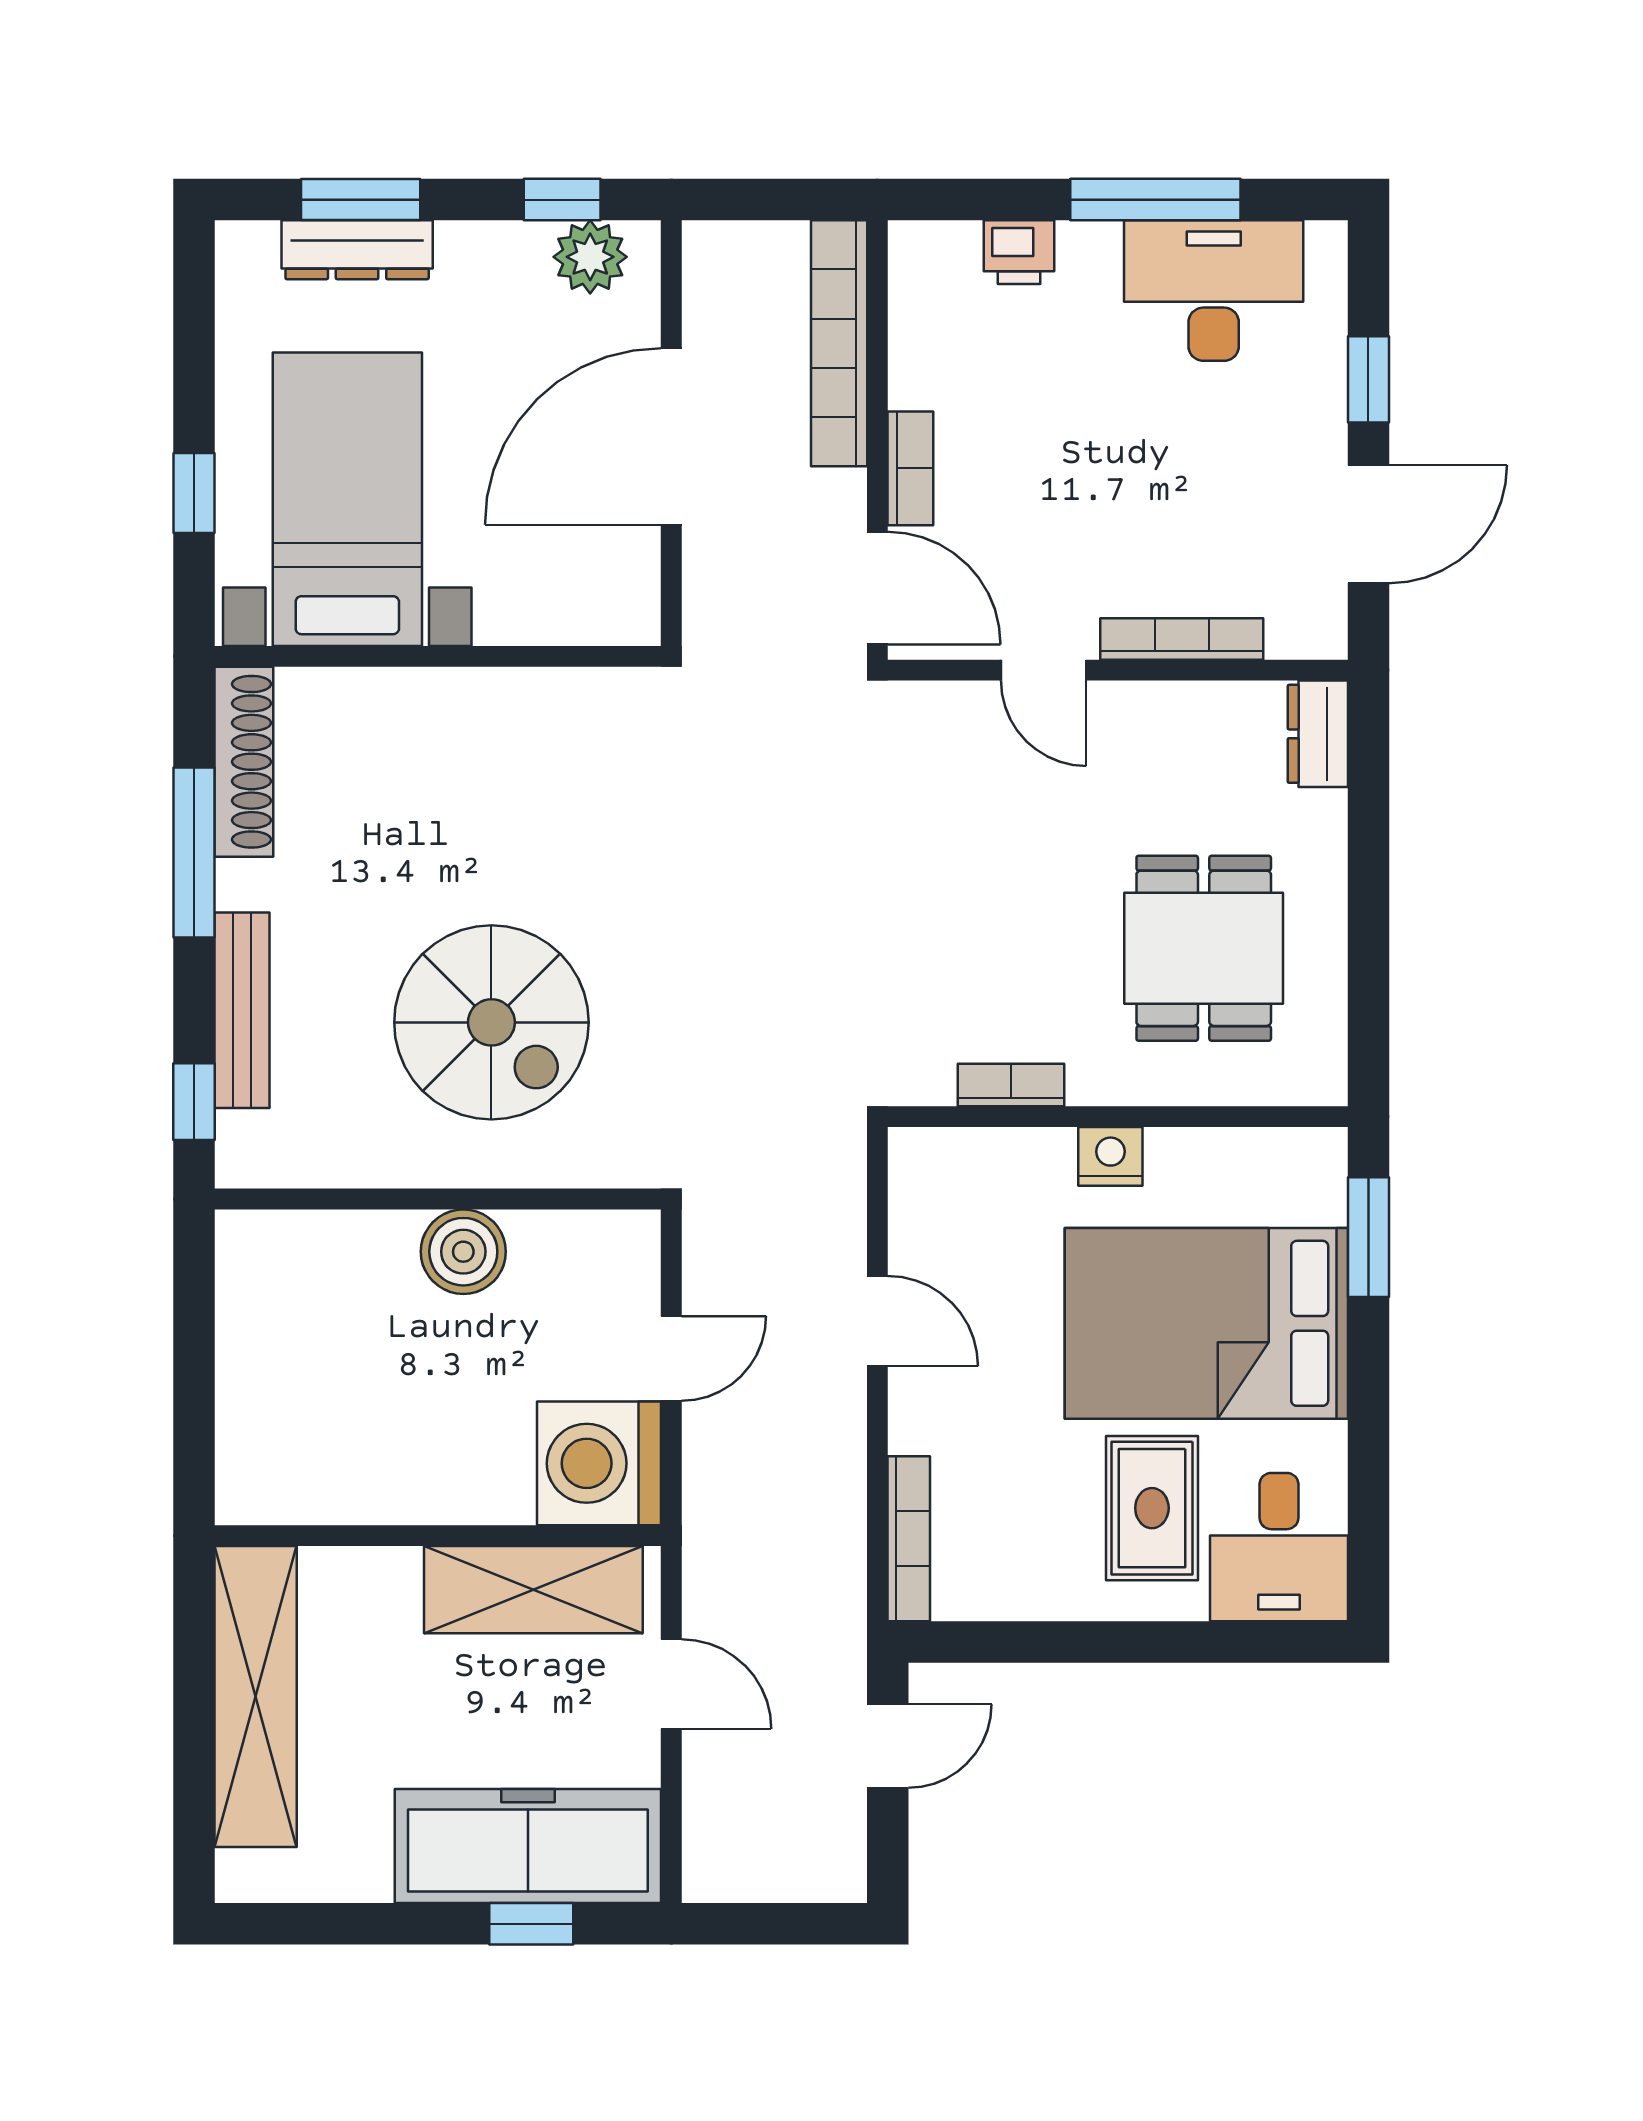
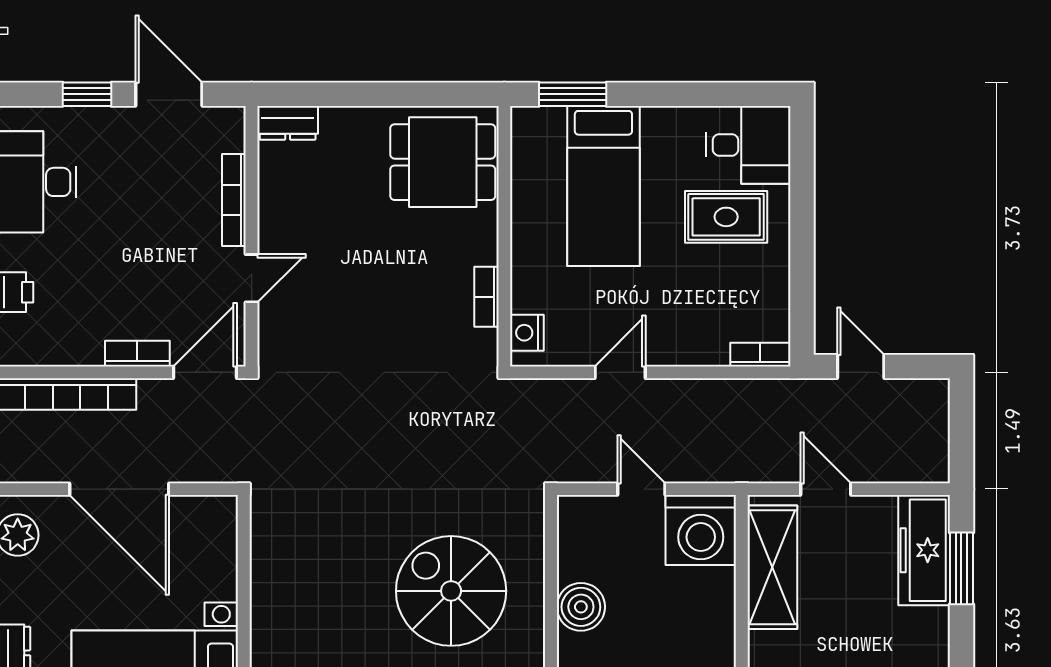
dining table: (1204, 948) -> (443, 162), moved
spiral stairs: (491, 1022) -> (451, 591), turned -90
nightstand: (1110, 1156) -> (527, 333), moved
bed: (1206, 1323) -> (603, 186), width x0.67
bookcase: (909, 1539) -> (760, 355), width x0.64
door: (671, 1684) -> (826, 489), hinge flipped
freezer: (528, 1846) -> (924, 550), width x0.73, depth x0.79
window: (531, 1924) -> (961, 568), width x1.50

